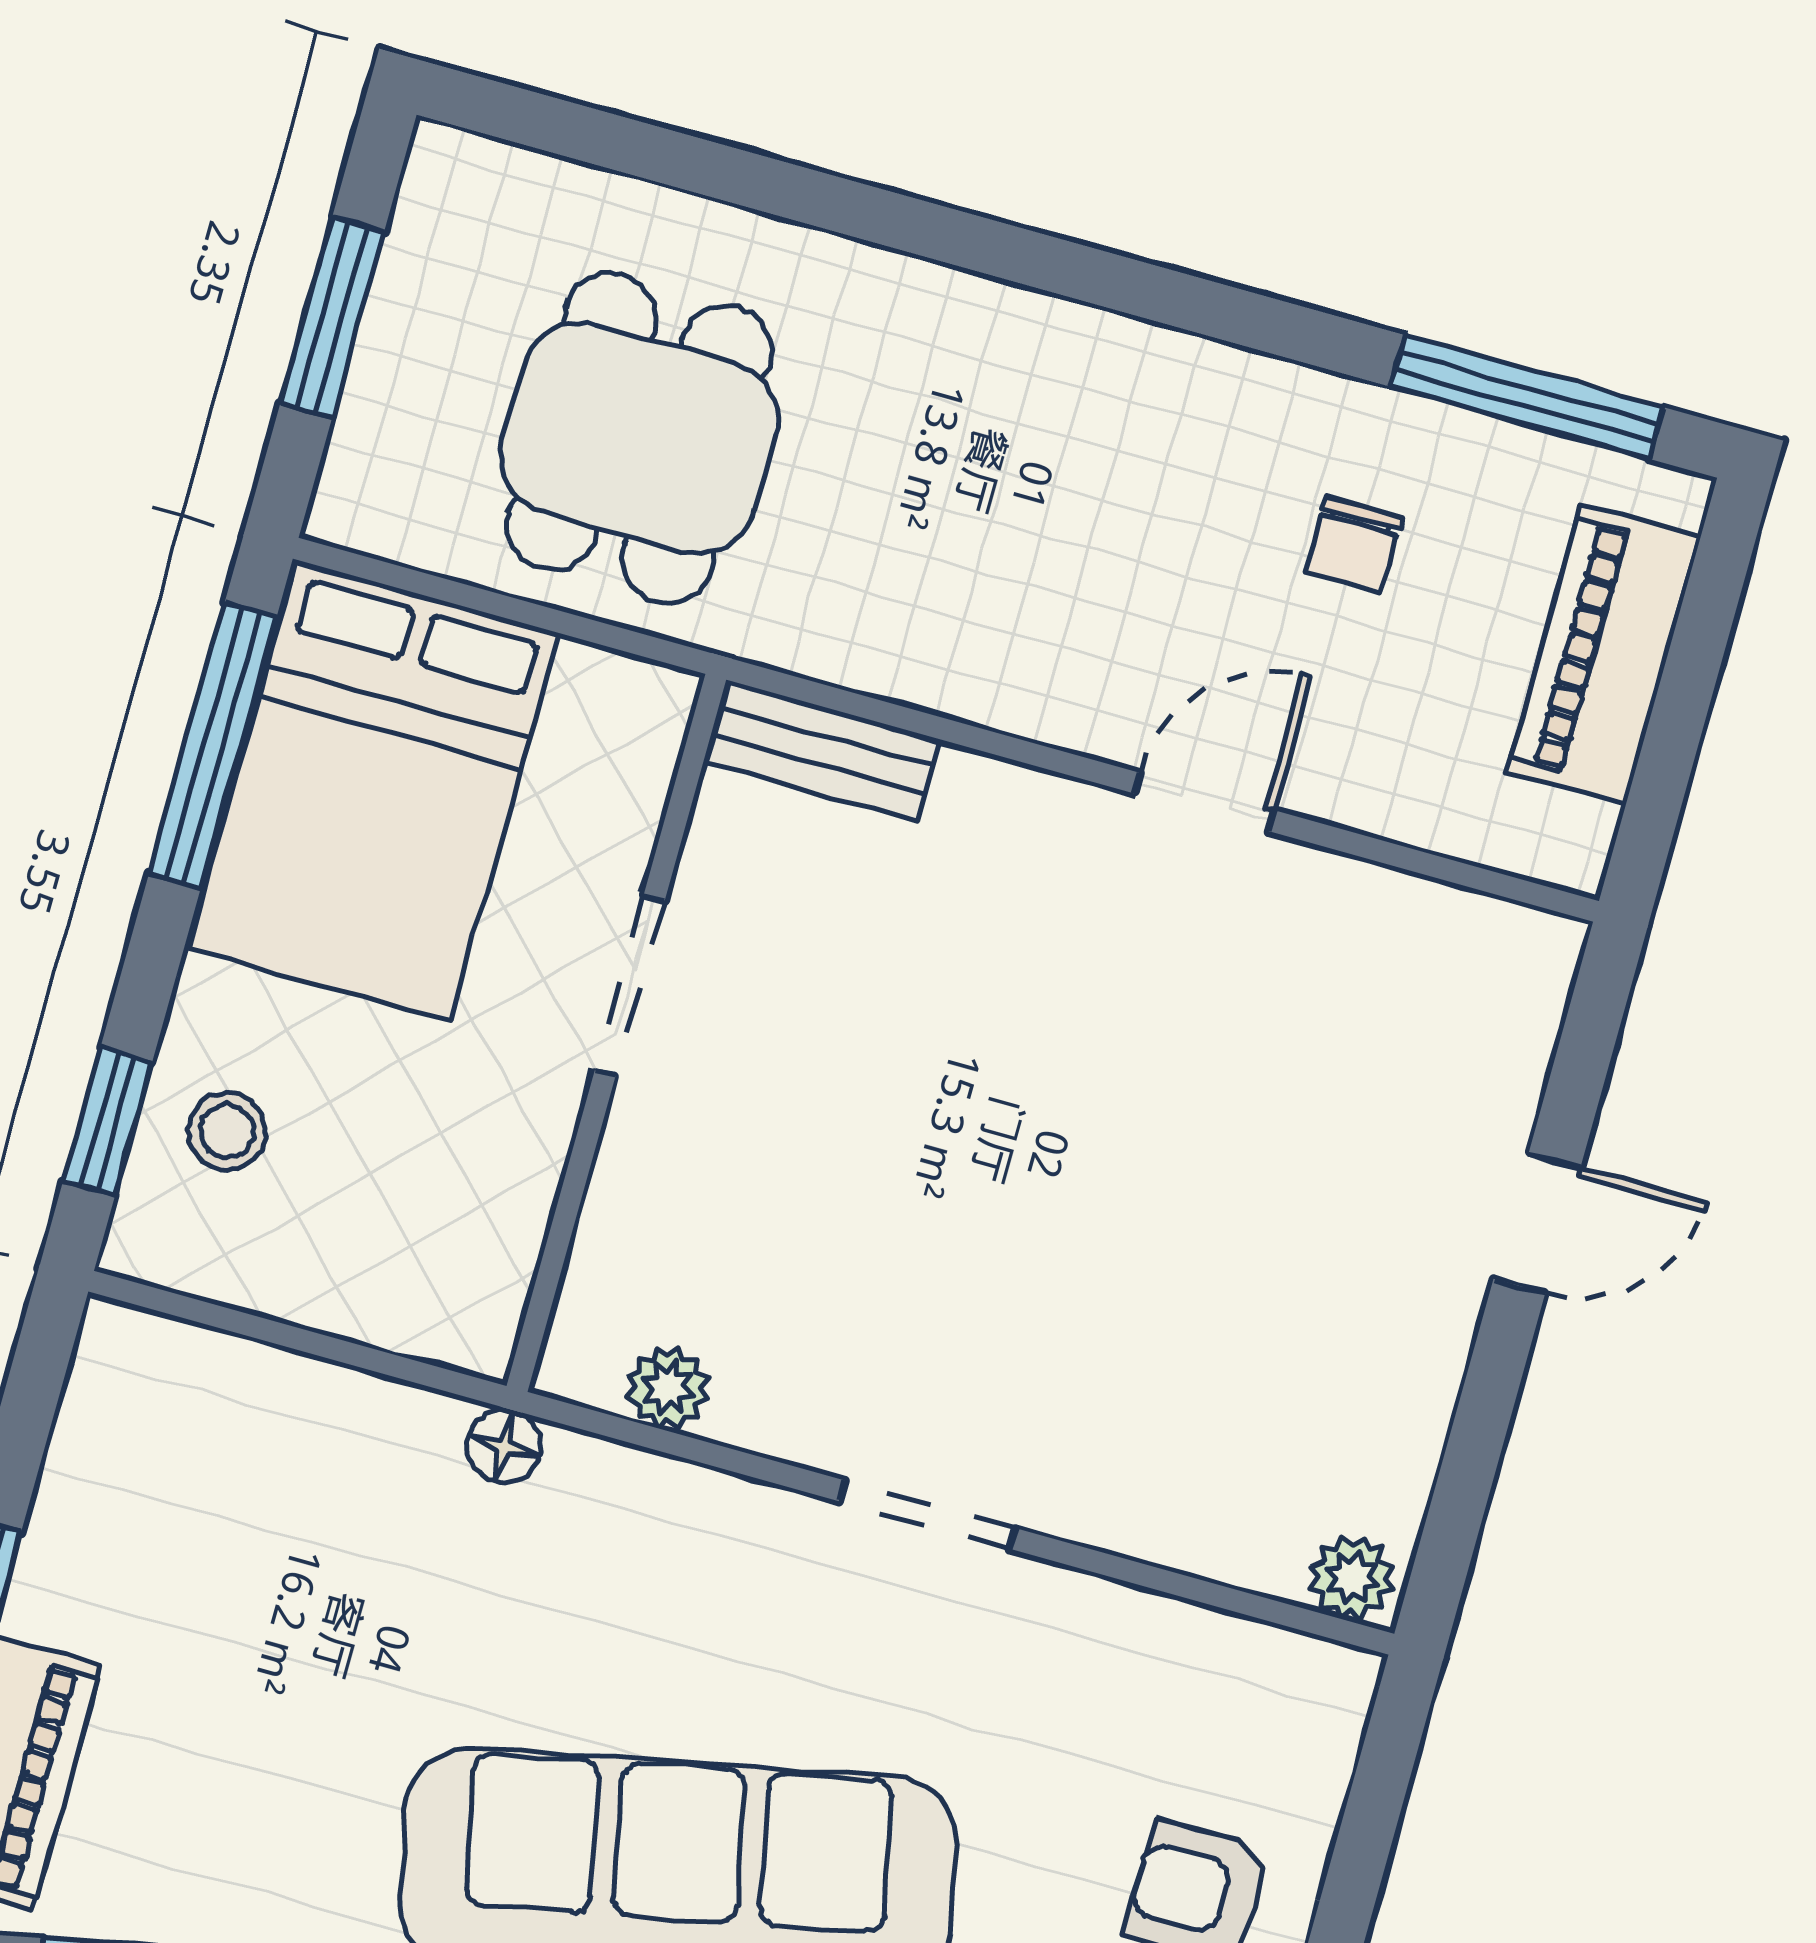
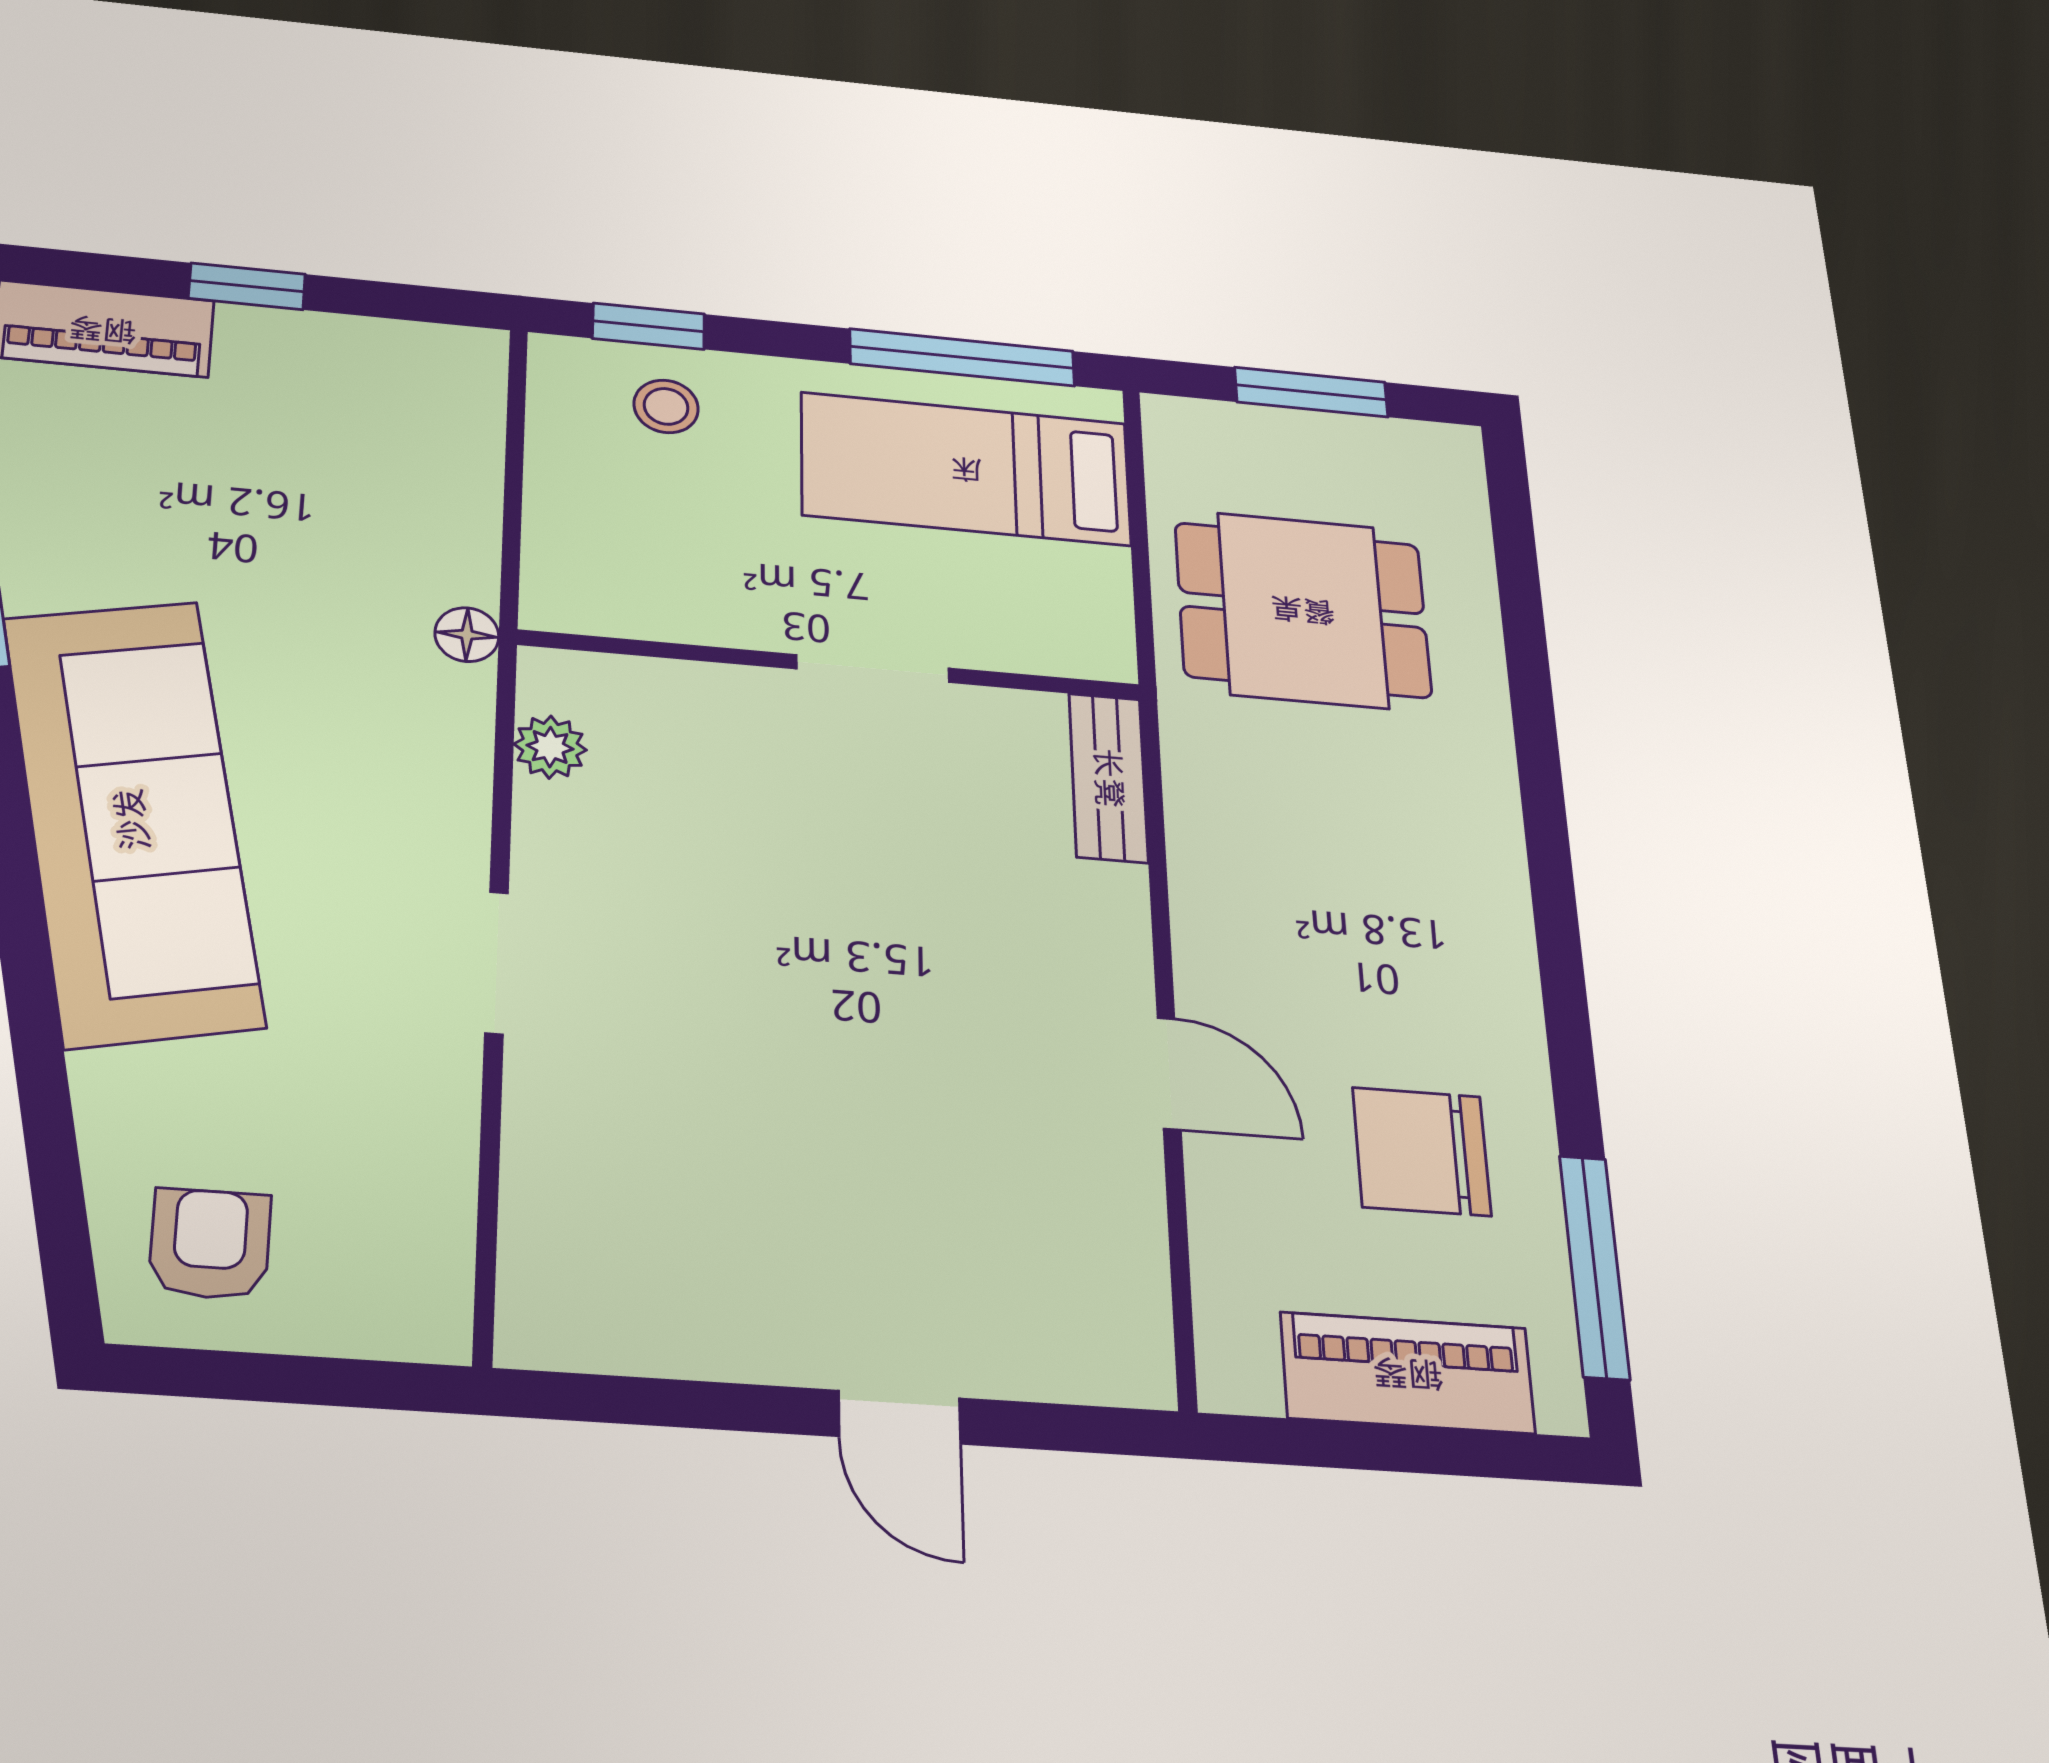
chair: (1354, 545) -> (1422, 1151), width x1.87, depth x1.87
bed: (374, 791) -> (966, 469), width x0.67
plant: (1352, 1578) -> (534, 1321), removed

